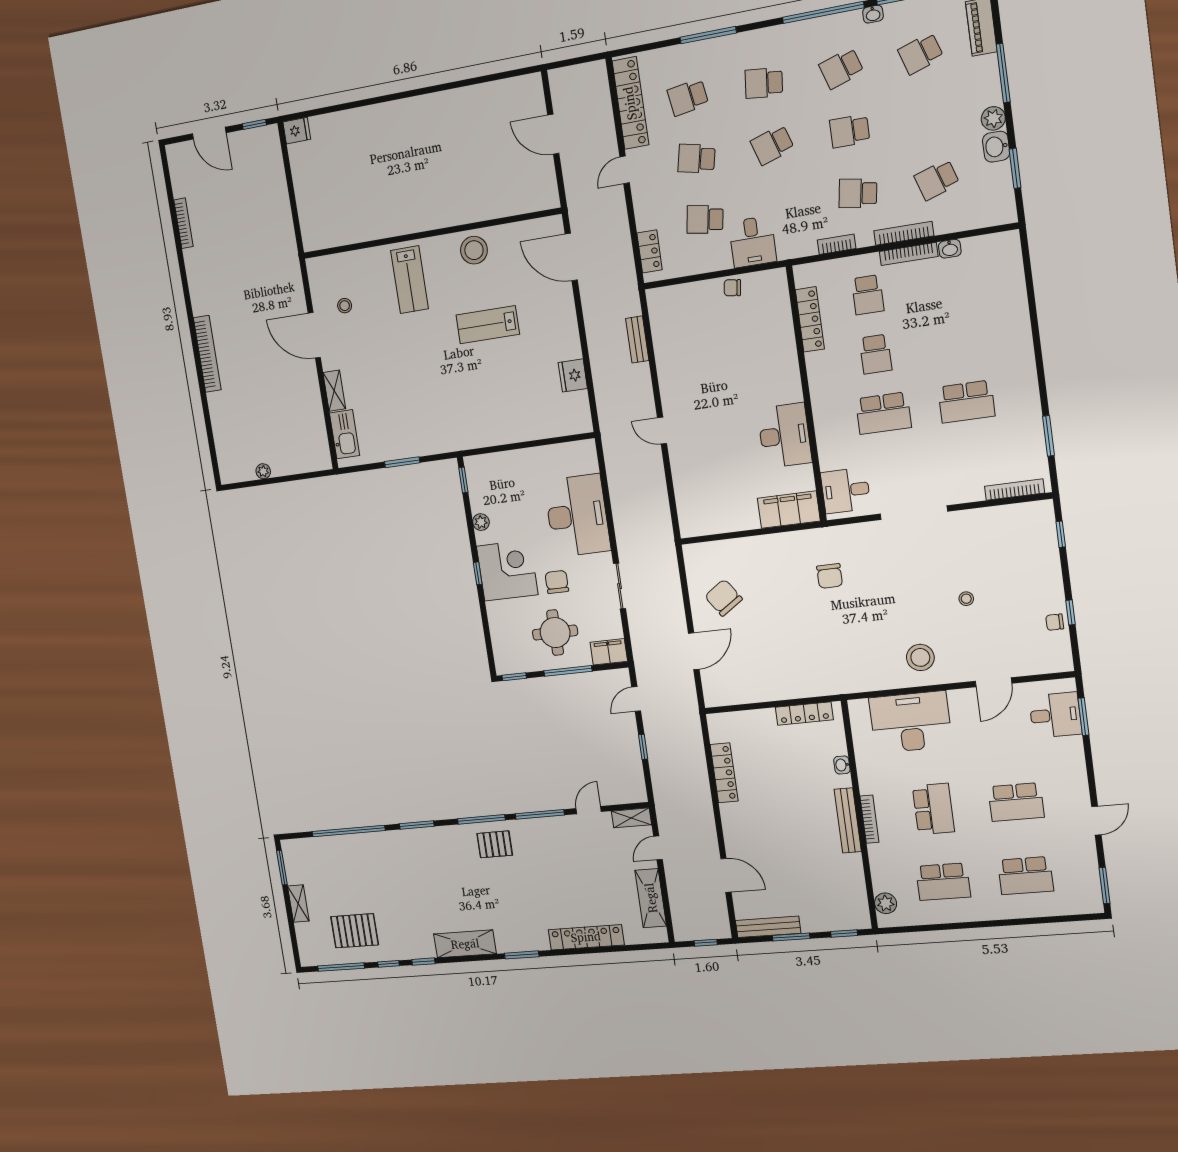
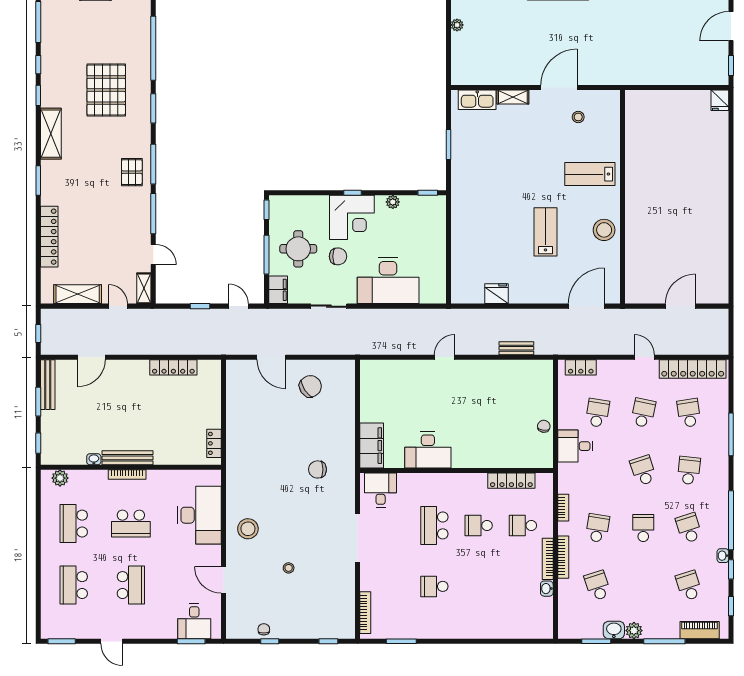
school desk: (966, 402) -> (434, 586), width x0.54
locker: (804, 714) -> (214, 443), width x0.66
washbasin: (842, 765) -> (94, 459), moved
school desk: (1016, 802) -> (131, 585), turned 180
pallet: (355, 931) -> (106, 90), moved, width x1.37, depth x1.41

